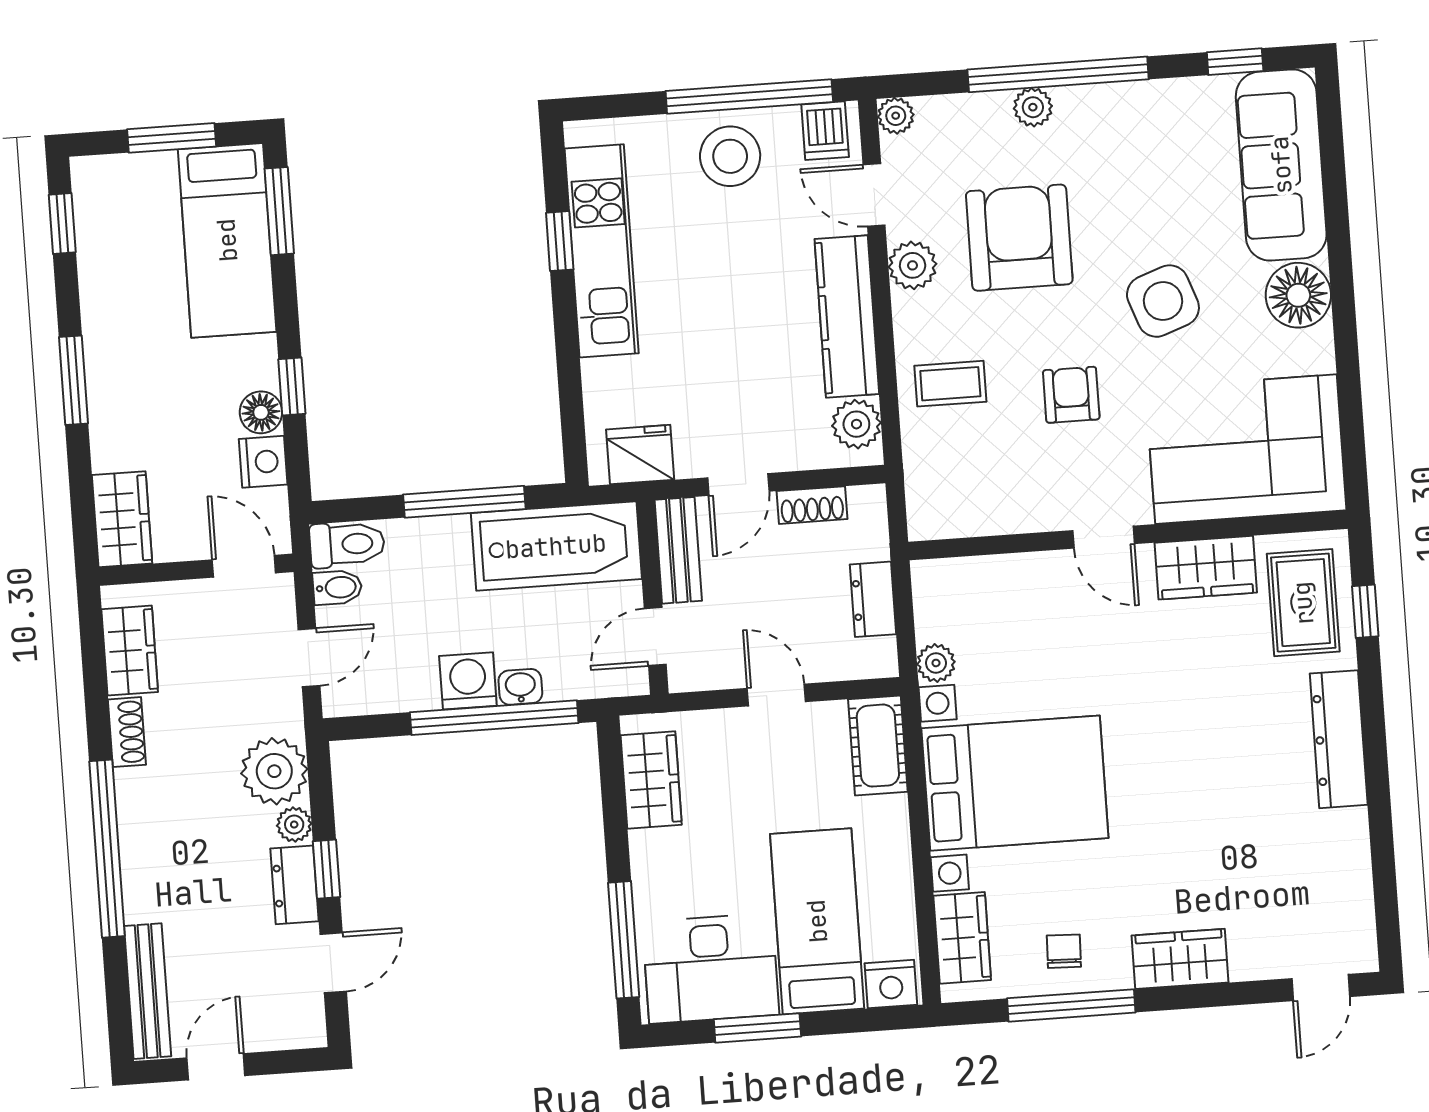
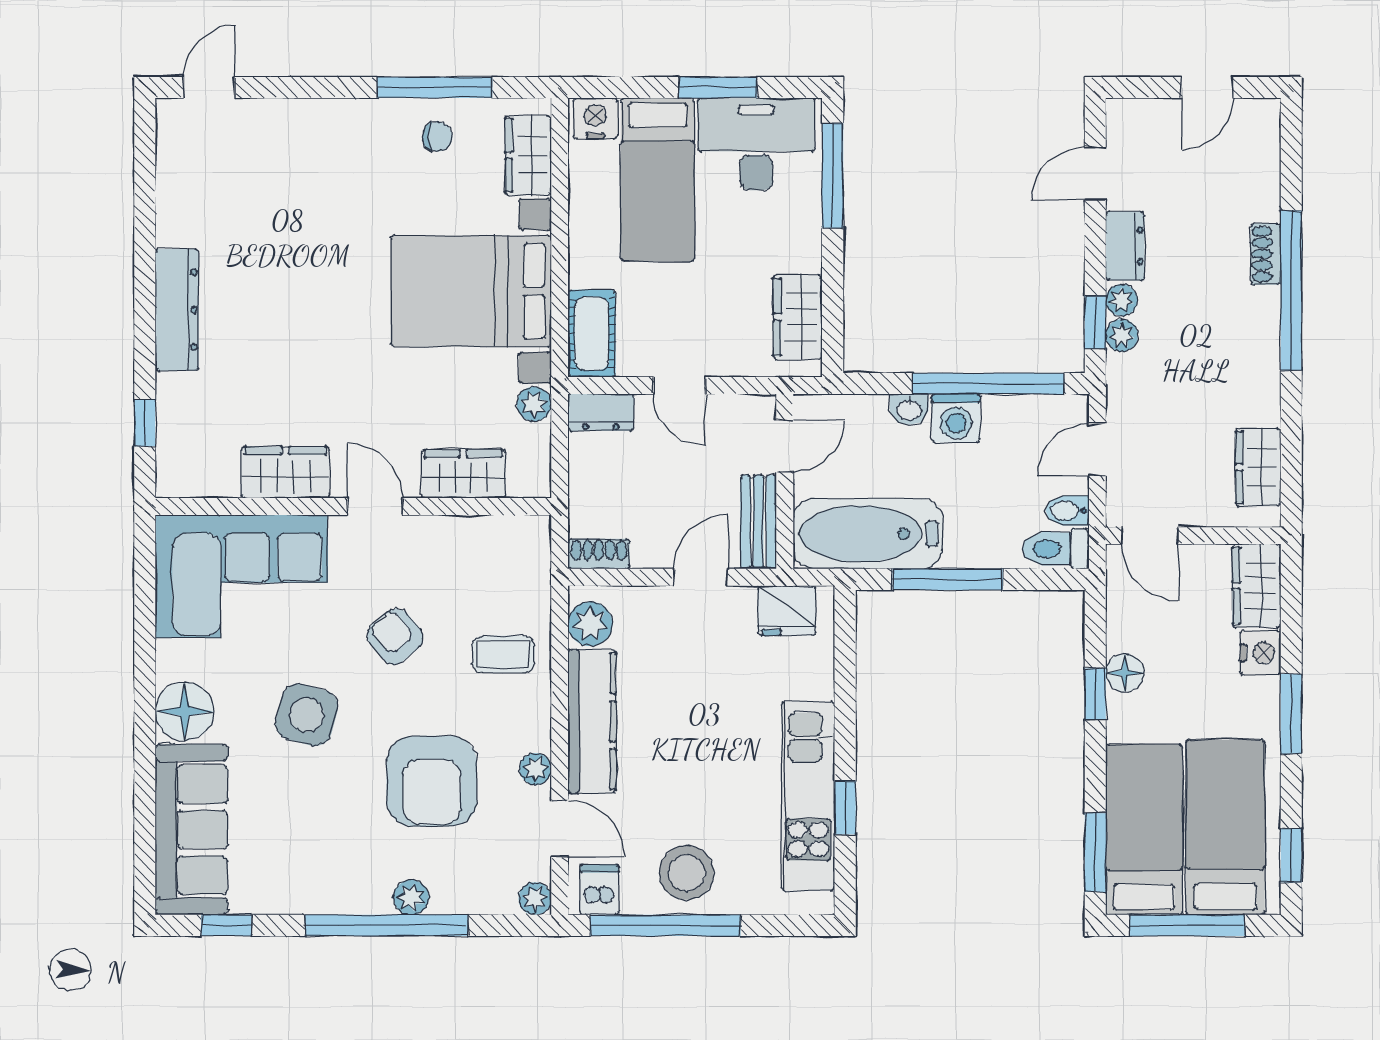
window: (172, 138) -> (1187, 925), width x1.44
bed: (137, 249) -> (1225, 827), added
plant: (913, 265) -> (535, 769), width x0.73, depth x0.73
side table: (1163, 301) -> (307, 715), turned 35
armchair: (1071, 395) -> (395, 636), turned 140
nightstand: (263, 462) -> (1260, 653), moved, turned 180
shoe rack: (812, 505) -> (599, 554), moved
dresser: (873, 599) -> (601, 412), moved, turned 90
rug: (1303, 603) -> (200, 435), removed
window: (494, 718) -> (989, 383), moved
shoe rack: (127, 732) -> (1266, 254), moved
plant: (274, 771) -> (1122, 335), width x0.53, depth x0.53
window: (326, 869) -> (1095, 322), moved
chair: (1064, 951) -> (438, 137), turned -90
wardrobe: (1180, 959) -> (463, 474), moved, turned 180
bench: (148, 991) -> (1264, 160), removed

